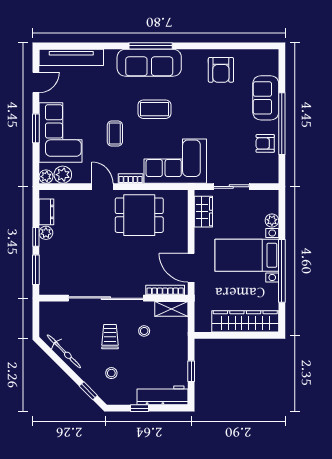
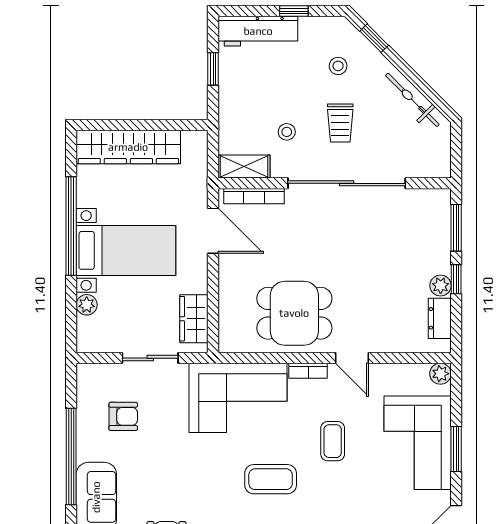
armchair: (265, 143) -> (123, 416), moved
plant: (63, 175) -> (414, 377), removed

